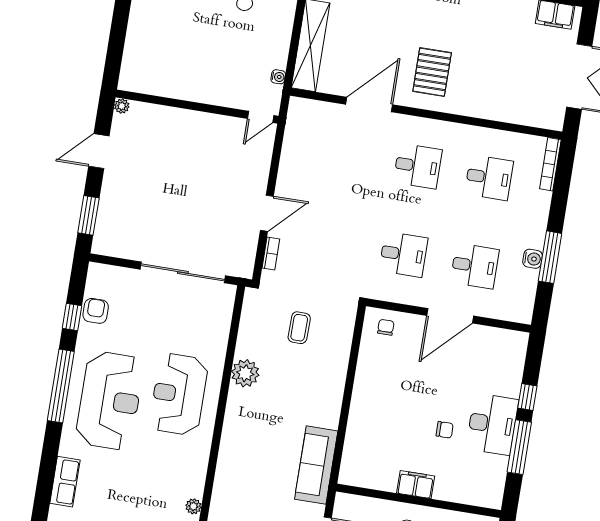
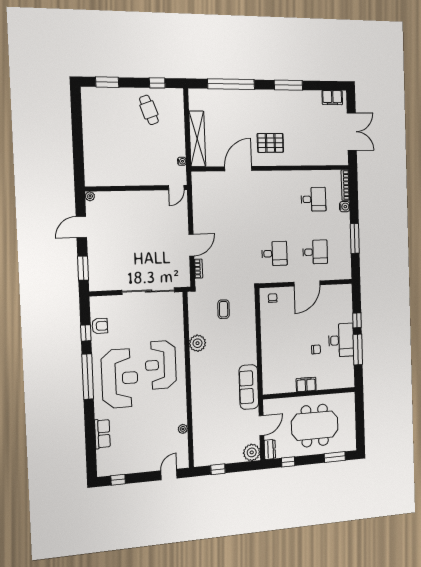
pallet: (432, 72) -> (270, 143), turned 90
desk: (418, 166) -> (273, 200), removed
water cooler: (533, 259) -> (345, 207), moved
armchair: (96, 311) -> (100, 326), turned 90

